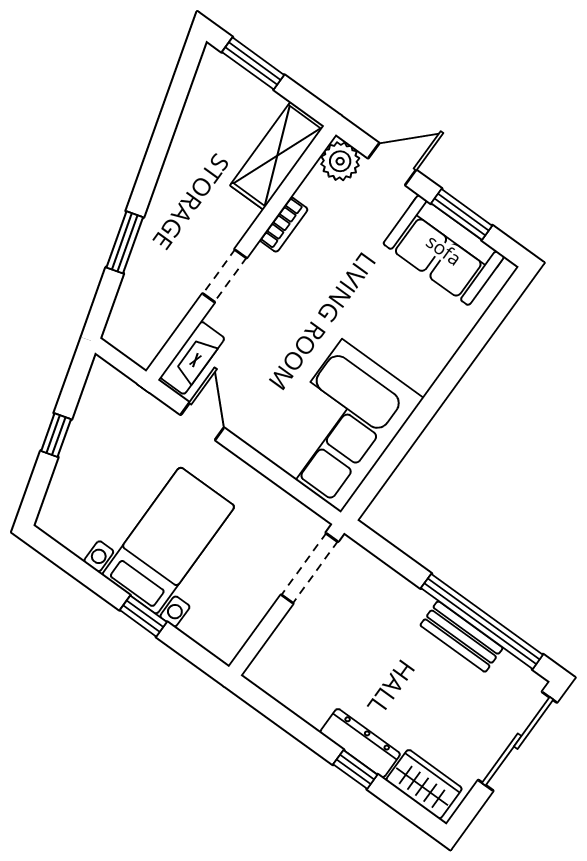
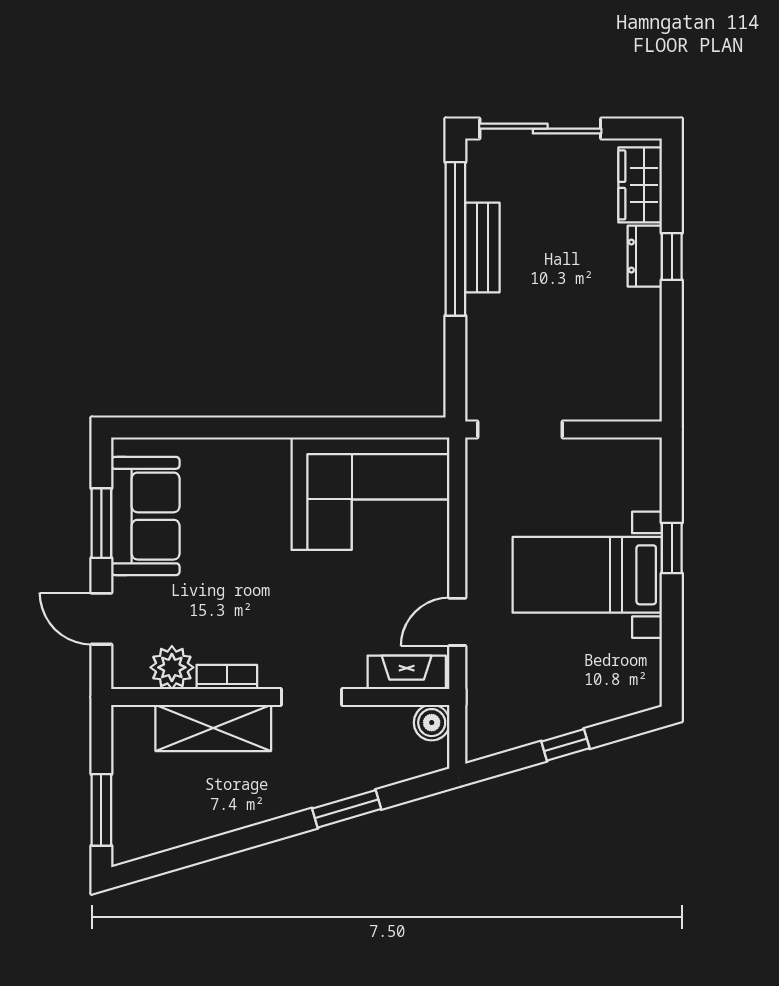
shelving: (277, 156) -> (213, 728), moved
plant: (340, 161) -> (172, 667), moved
boiler: (143, 350) -> (432, 723), added
dresser: (360, 743) -> (645, 256), width x0.70

